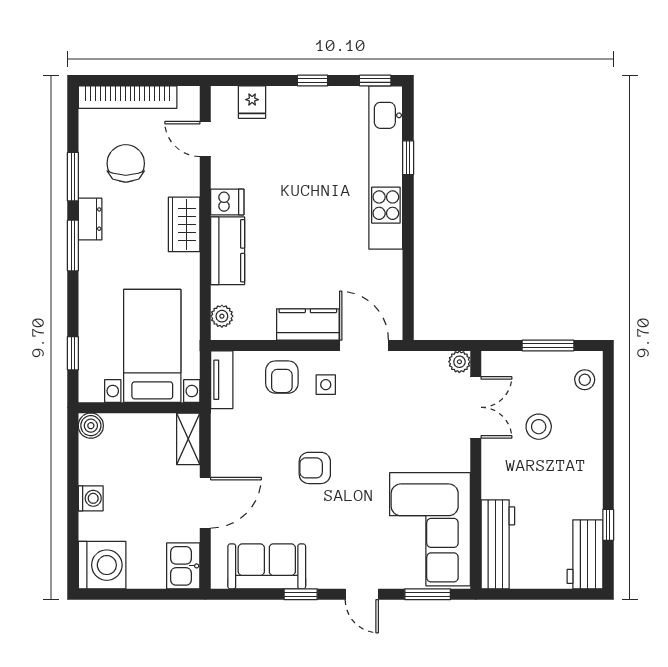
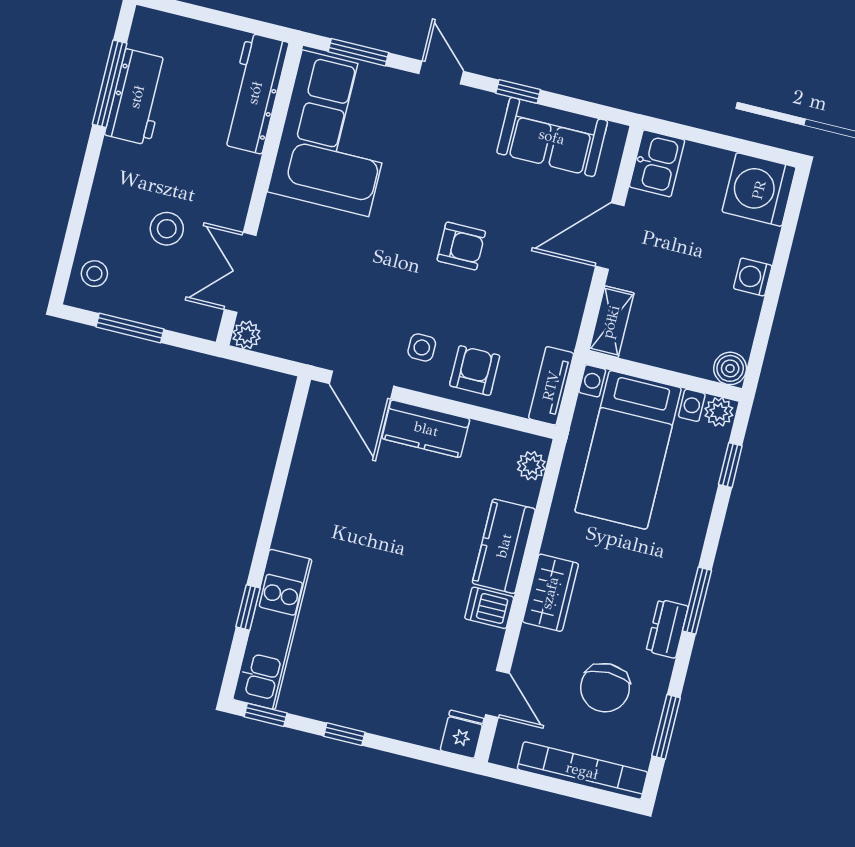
fridge: (252, 102) -> (462, 734), moved
kitchen unit: (386, 168) -> (272, 629), width x0.73
window: (73, 177) -> (666, 727), moved
plant: (91, 391) -> (719, 412), added
window: (608, 525) -> (110, 84), width x2.17
workbench: (585, 554) -> (137, 97), moved

